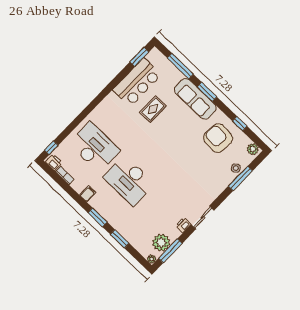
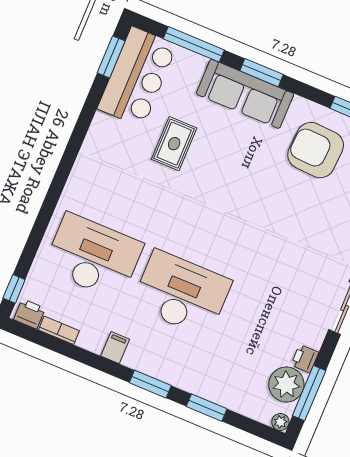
bar counter: (137, 82) -> (137, 77), moved
desk: (129, 181) -> (182, 293), turned 180
printer: (183, 225) -> (305, 359), moved

